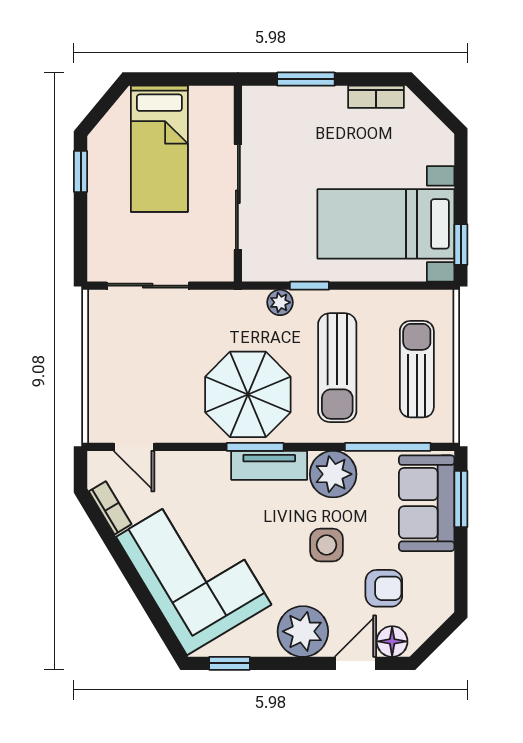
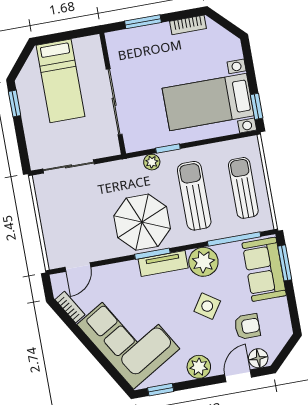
sun lounger: (337, 368) -> (194, 196), turned 180
door: (134, 447) -> (78, 267), hinge flipped
side table: (327, 545) -> (207, 306), turned 34
plant: (303, 631) -> (199, 367), width x0.73, depth x0.73

